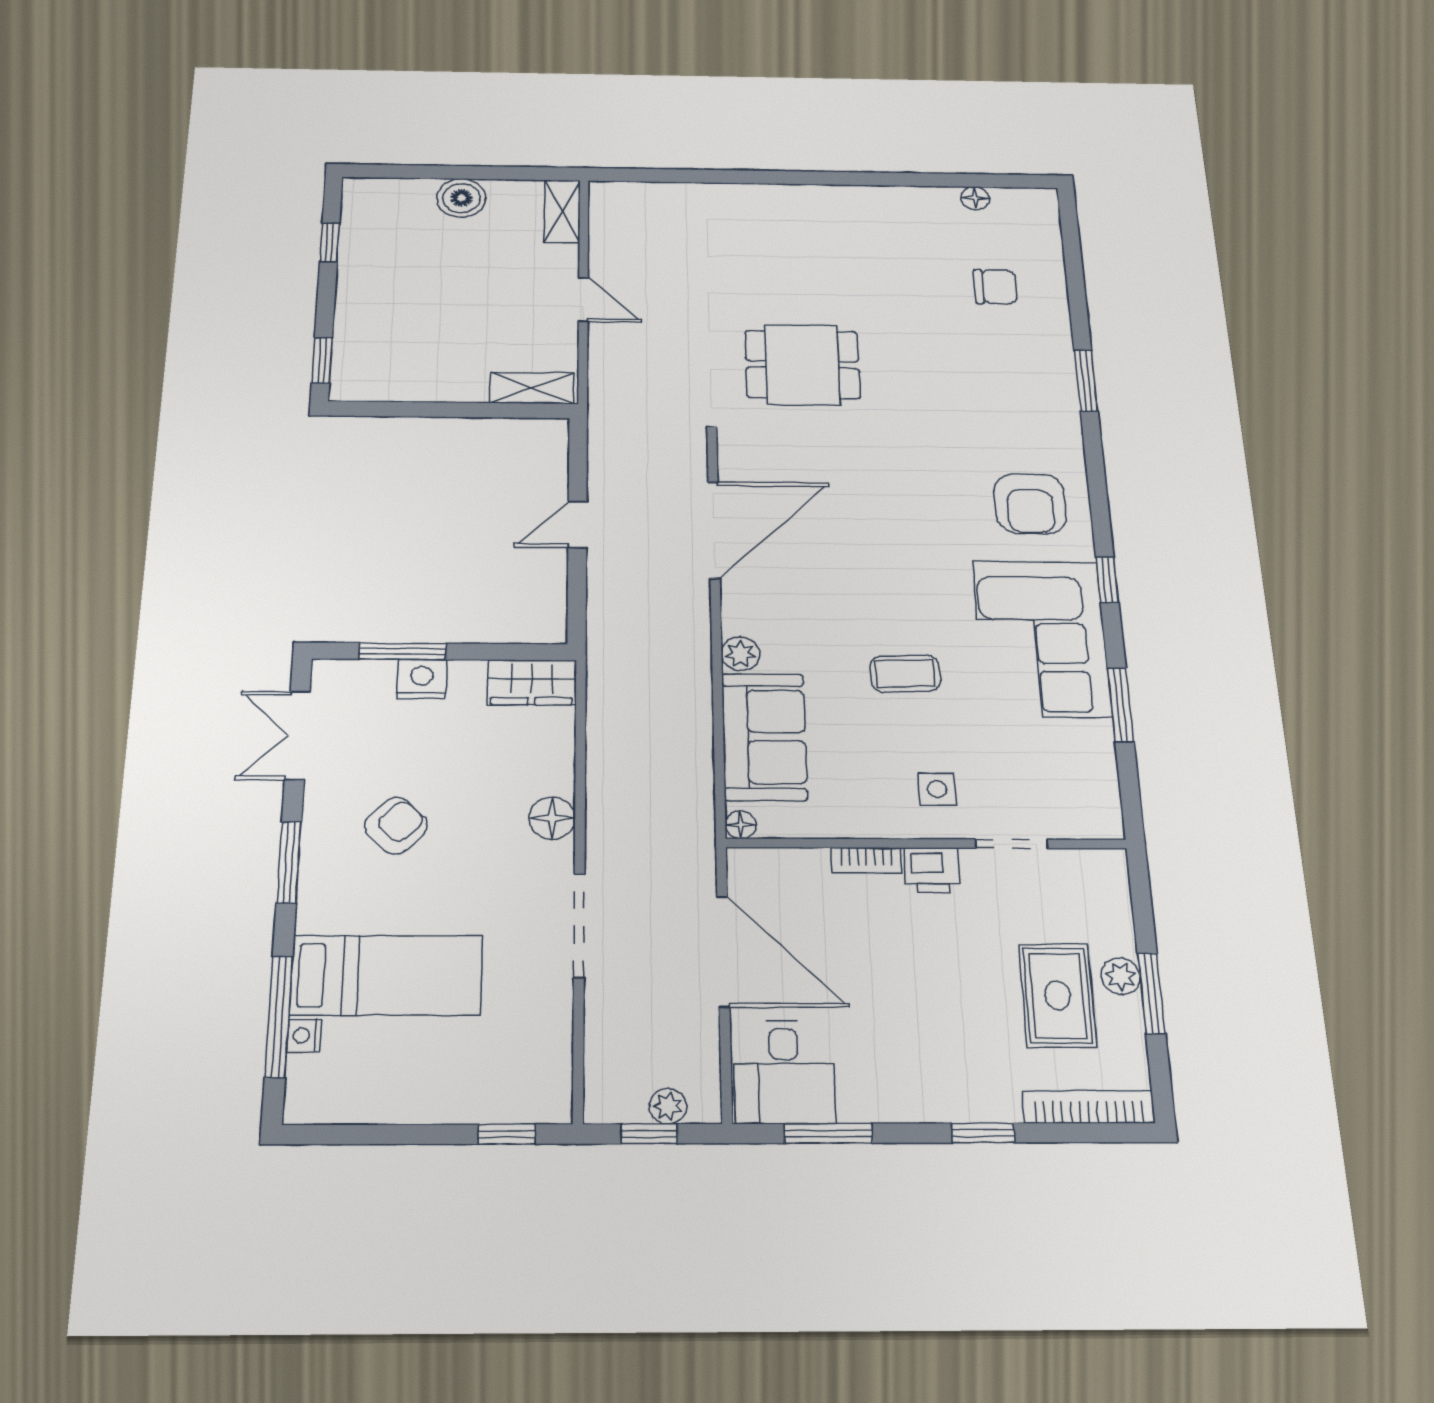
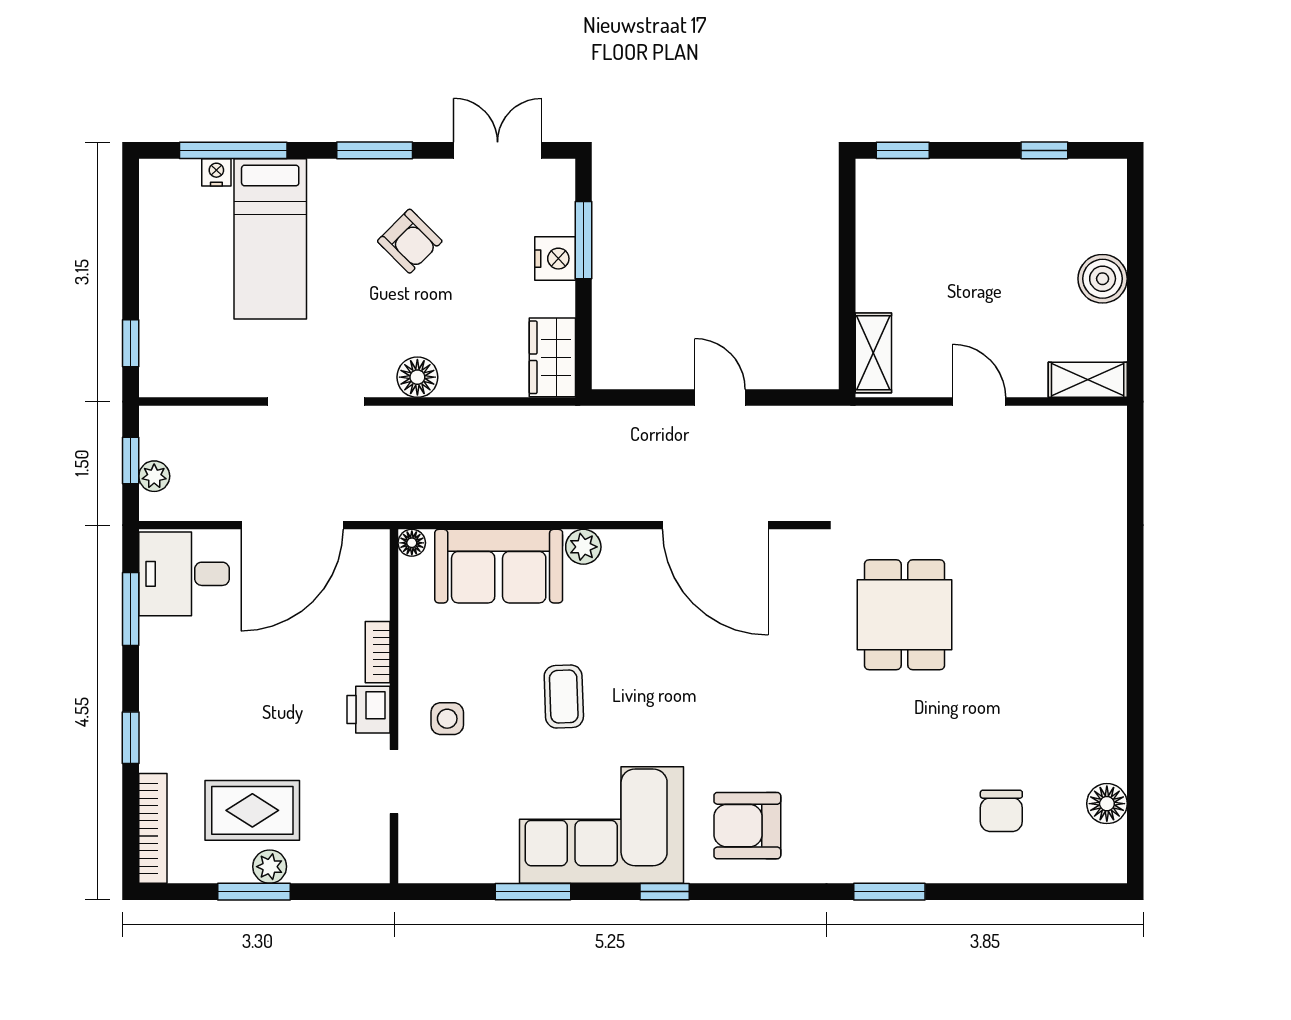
floor lamp: (975, 198) -> (1107, 804), width x1.37, depth x1.37
door: (583, 299) -> (979, 402), swing flipped

